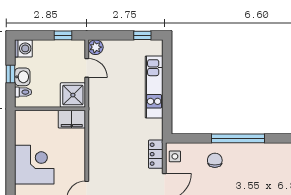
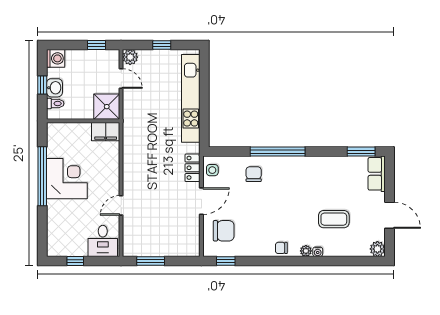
window: (142, 35) -> (162, 45), moved
kitchen unit: (154, 87) -> (191, 98), width x1.36
window: (10, 162) -> (42, 176), added

